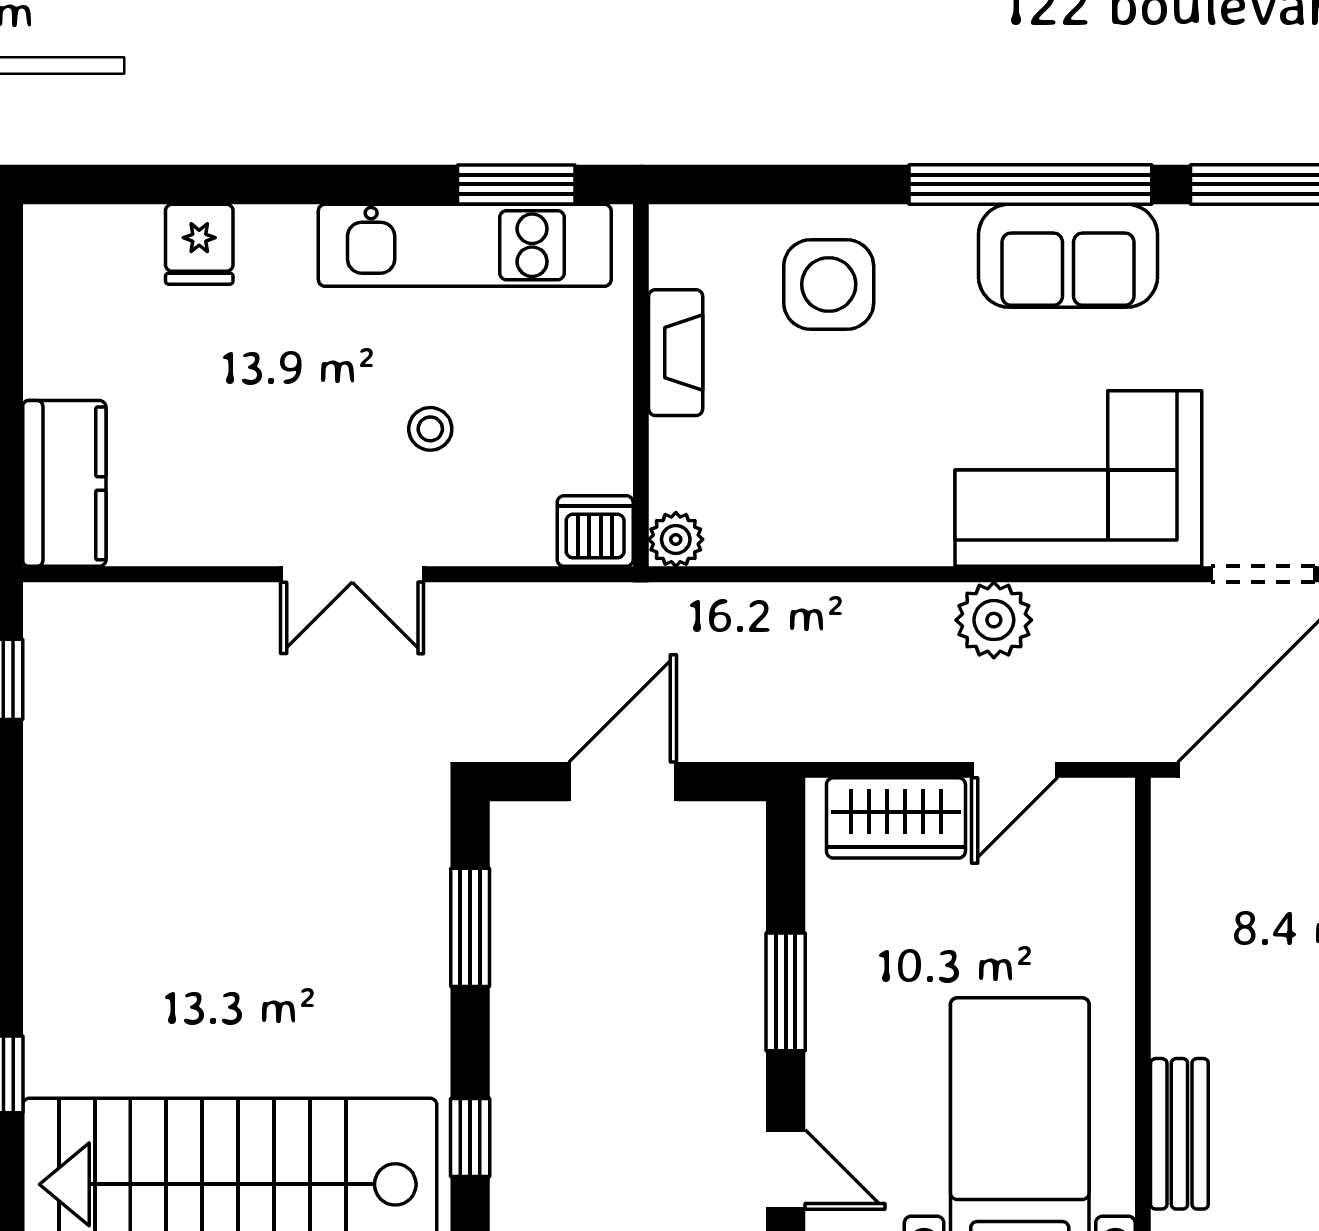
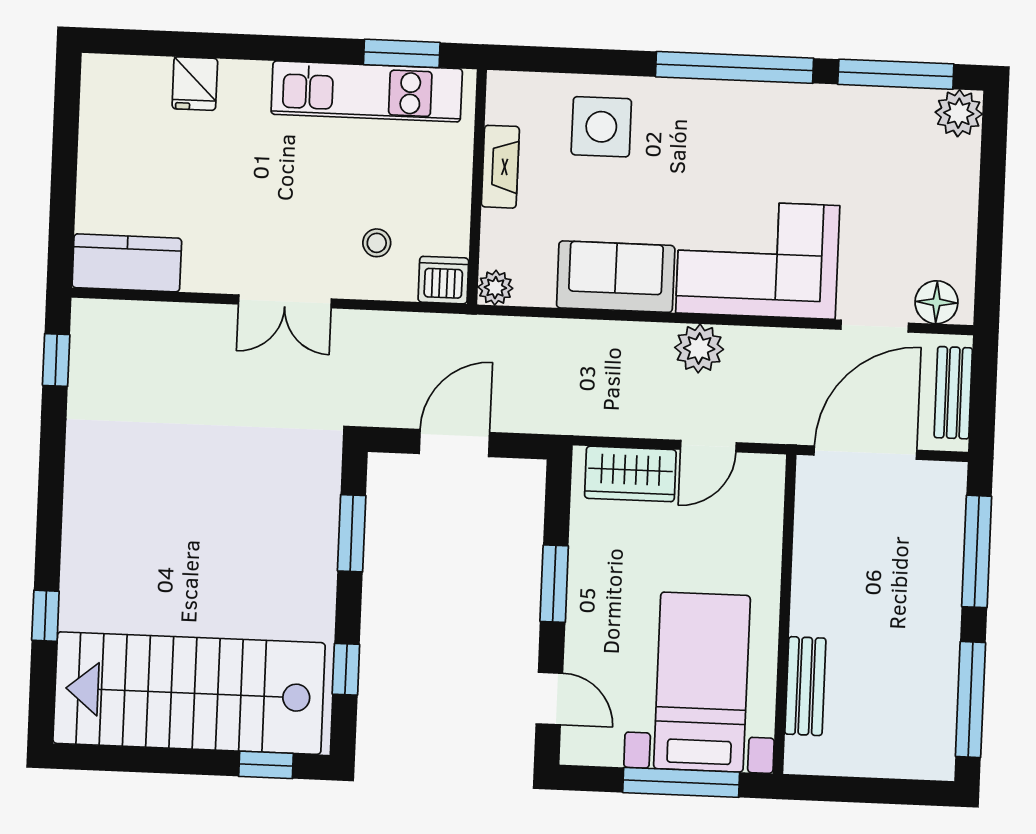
sofa: (1068, 256) -> (616, 277), moved, turned 180
stool: (430, 429) -> (377, 243), moved
kitchen counter: (64, 483) -> (127, 263), moved, turned -90

